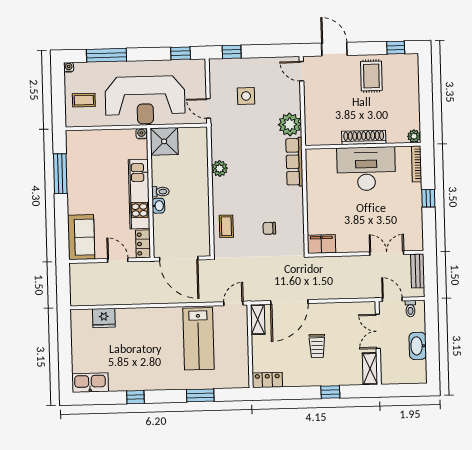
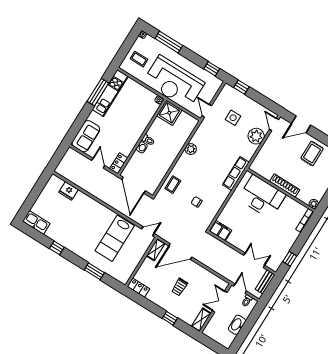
door: (334, 49) -> (301, 124), swing flipped
plant: (290, 124) -> (256, 136), moved
desk: (366, 169) -> (262, 197), moved
kitchen unit: (139, 194) -> (110, 93), moved, turned 180
window: (428, 198) -> (290, 259), moved

